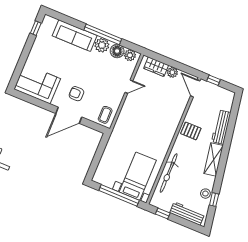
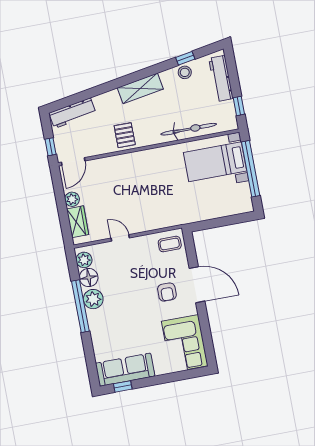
sofa: (75, 36) -> (125, 370), moved, turned -90
workbench: (221, 127) -> (72, 113), moved

